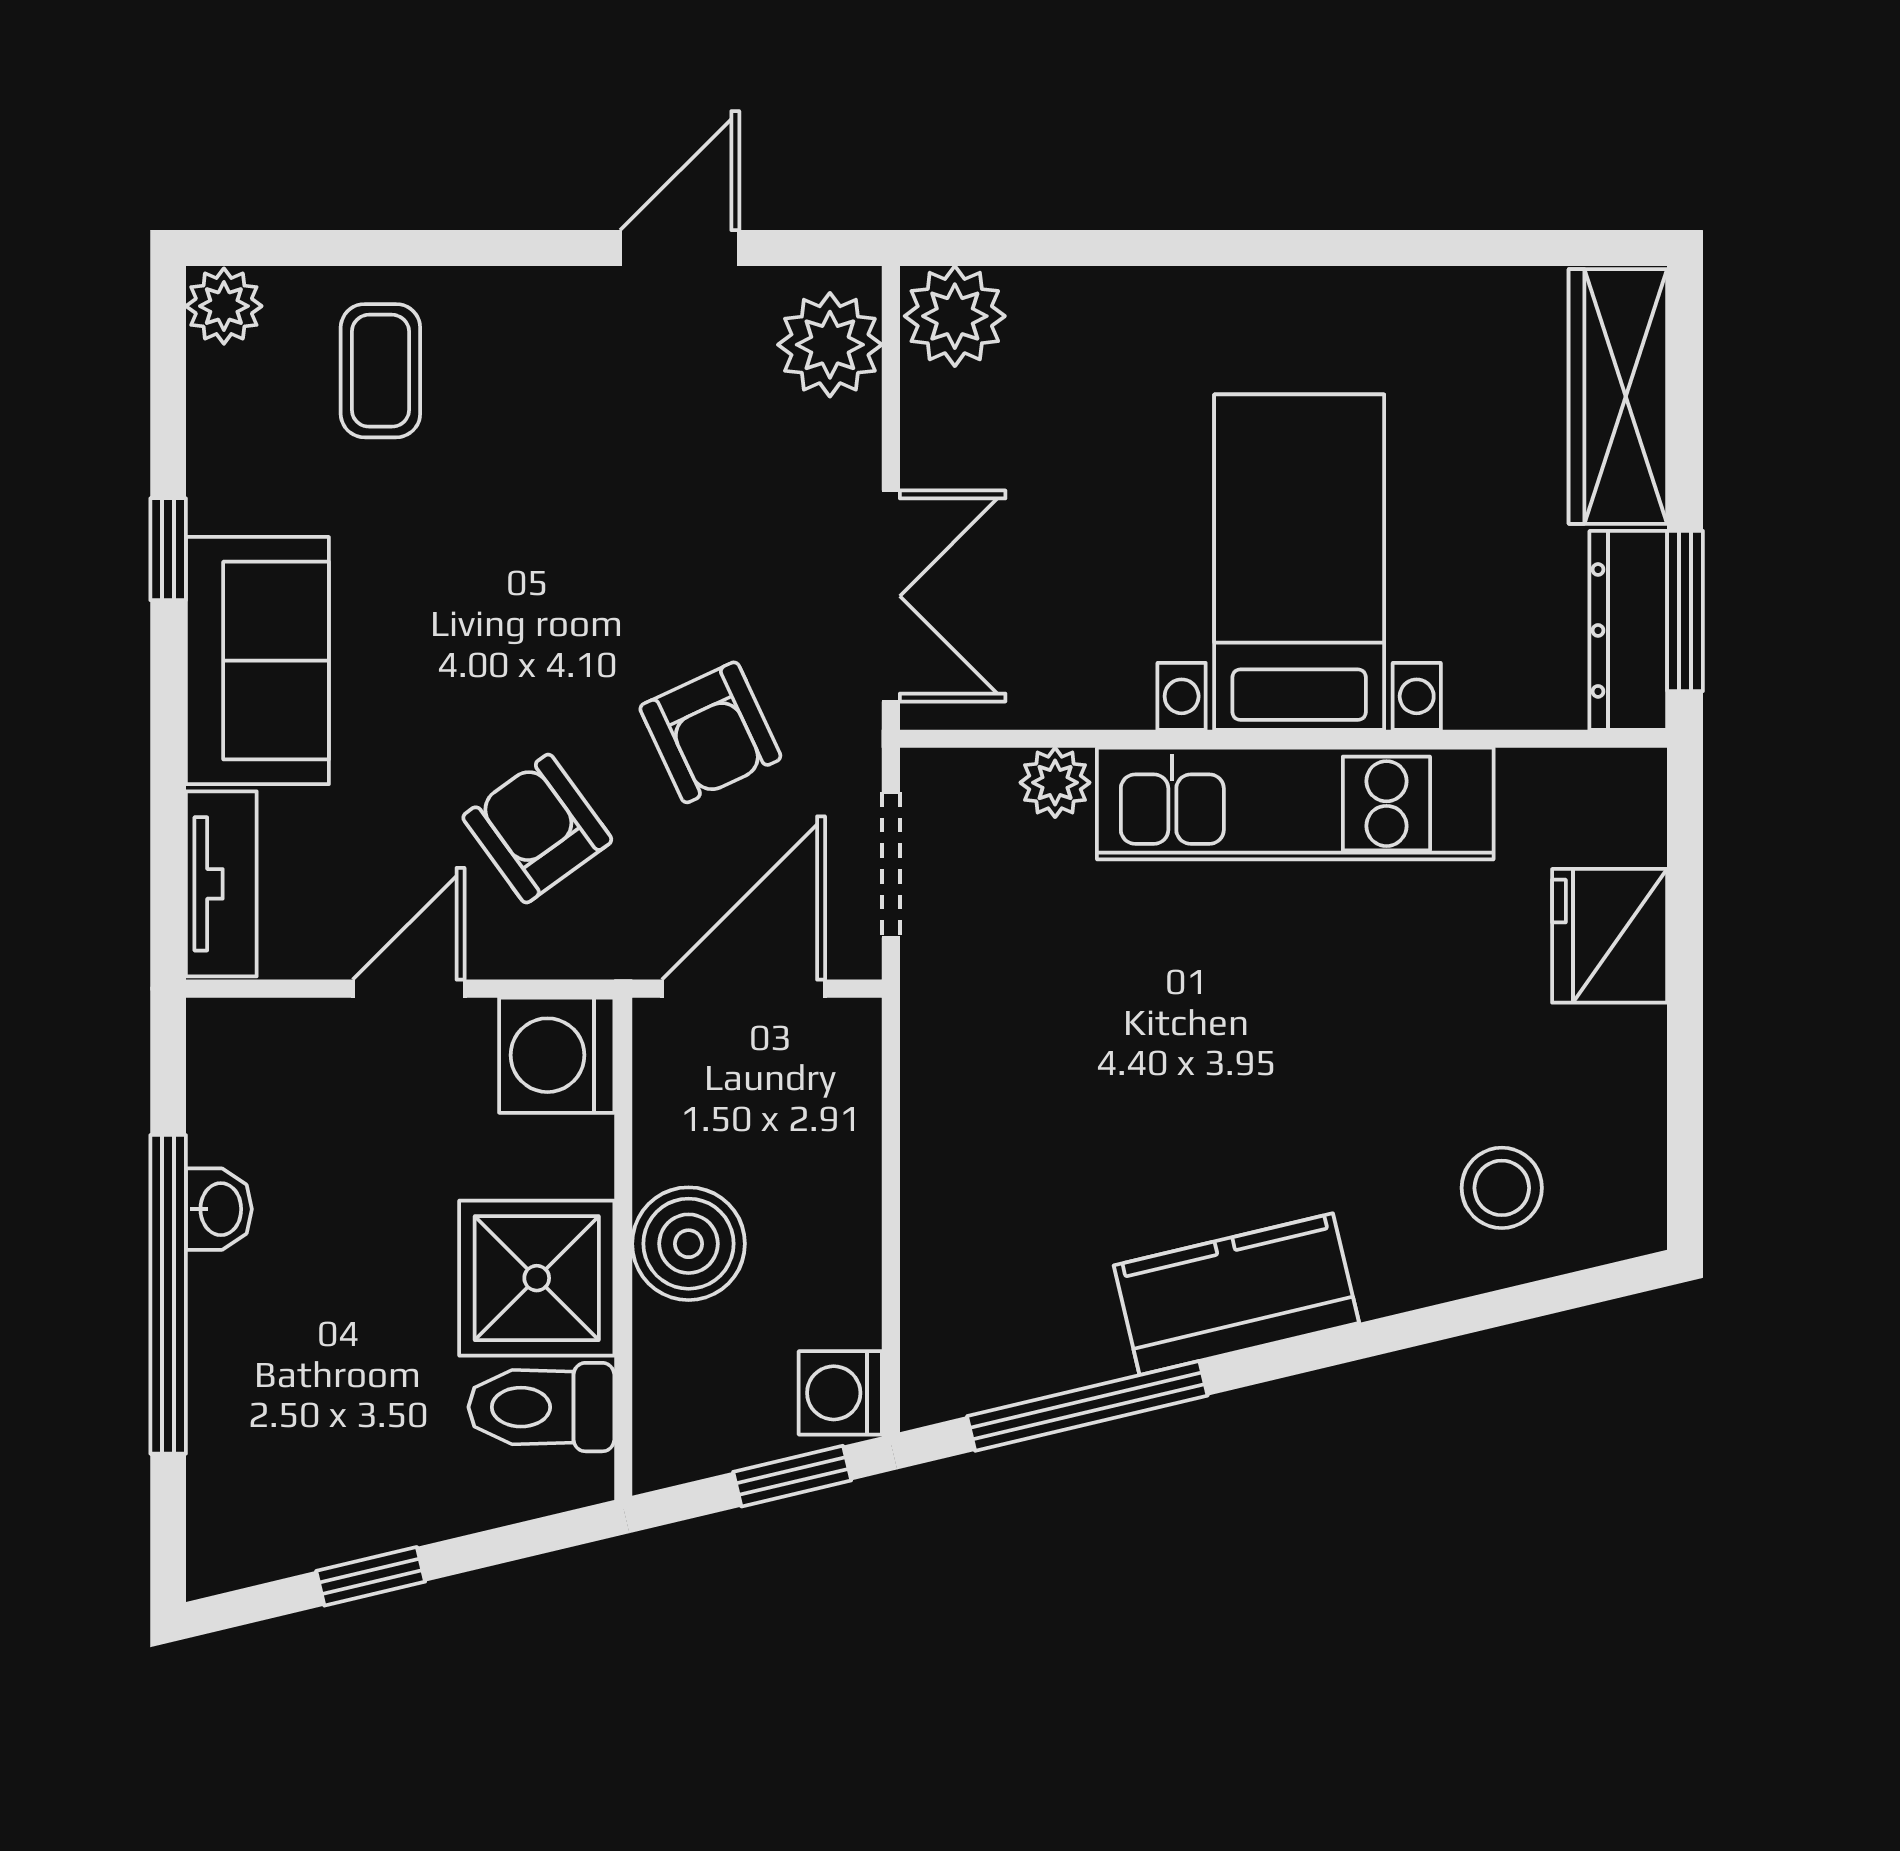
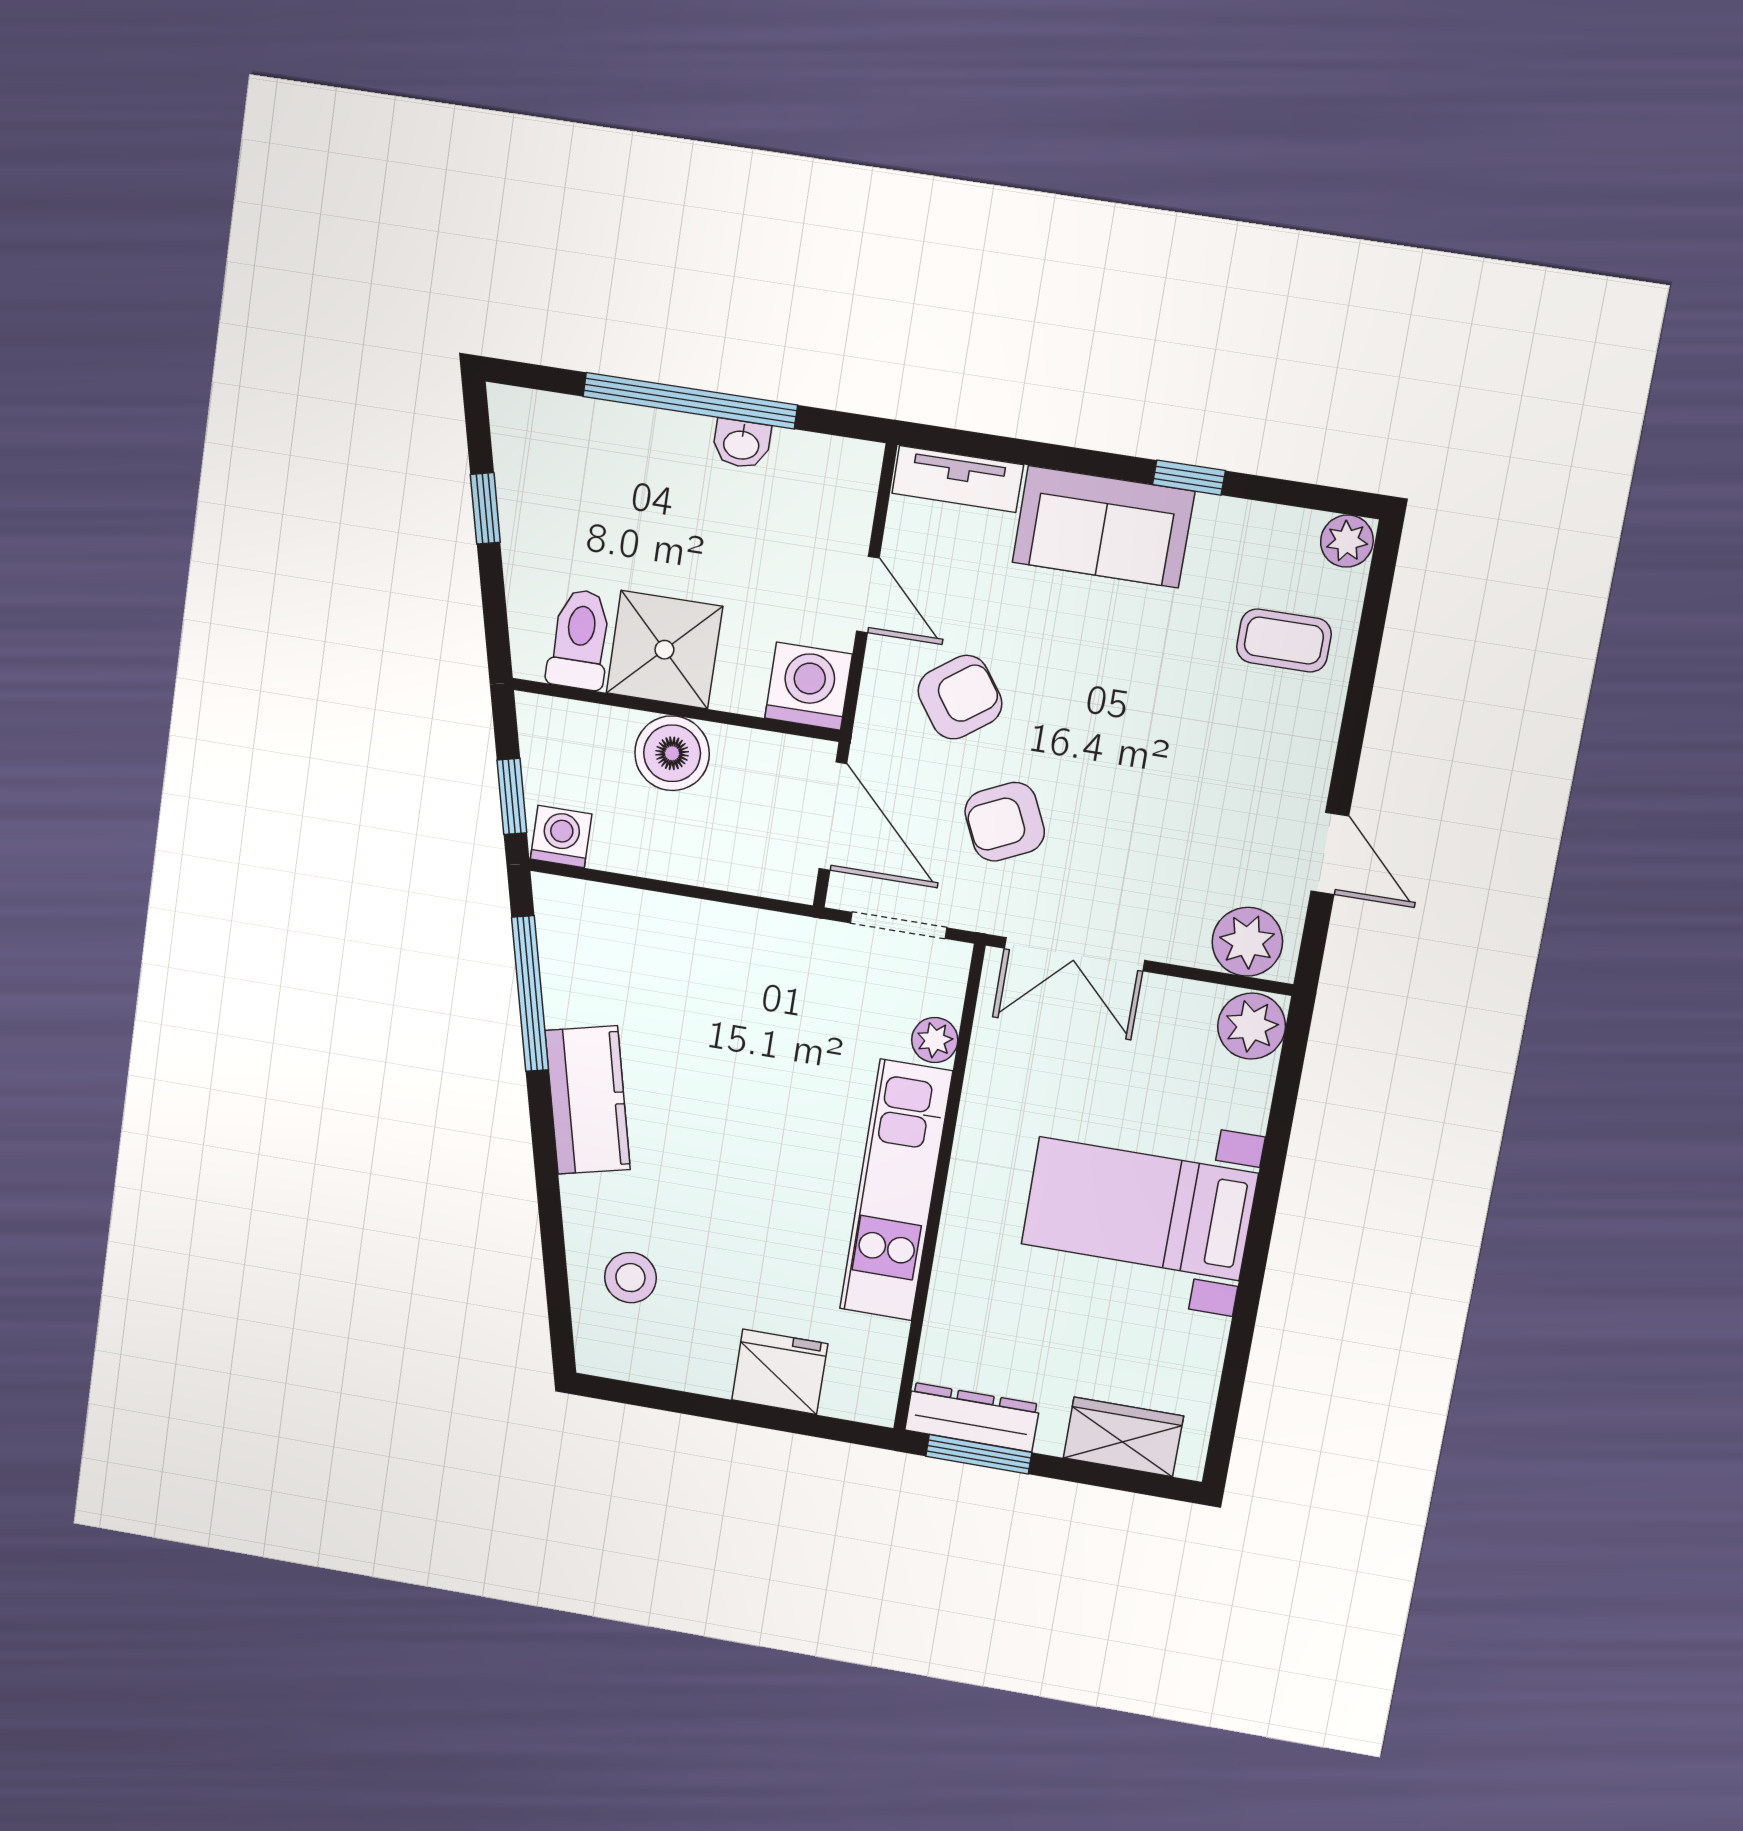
wardrobe: (1618, 396) -> (1123, 1437), width x0.67
bed with nightstands: (1299, 562) -> (1139, 1209), moved, turned 180

